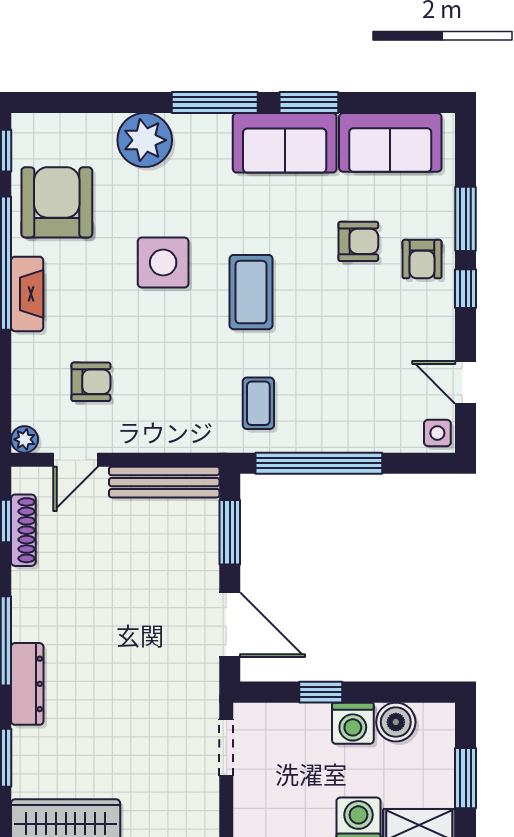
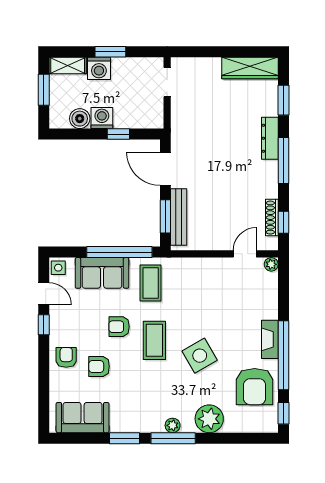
plant: (216, 127) -> (173, 425), added
sofa: (285, 143) -> (102, 273), moved, turned 180
window: (466, 219) -> (44, 378), removed
side table: (163, 263) -> (200, 356), turned -30
window: (466, 289) -> (44, 325), moved
armchair: (91, 382) -> (119, 327), moved
coffee table: (258, 403) -> (151, 283), width x1.36, depth x1.30
bench: (164, 482) -> (179, 217), moved, turned 90
doorway: (226, 747) -> (167, 82), moved

